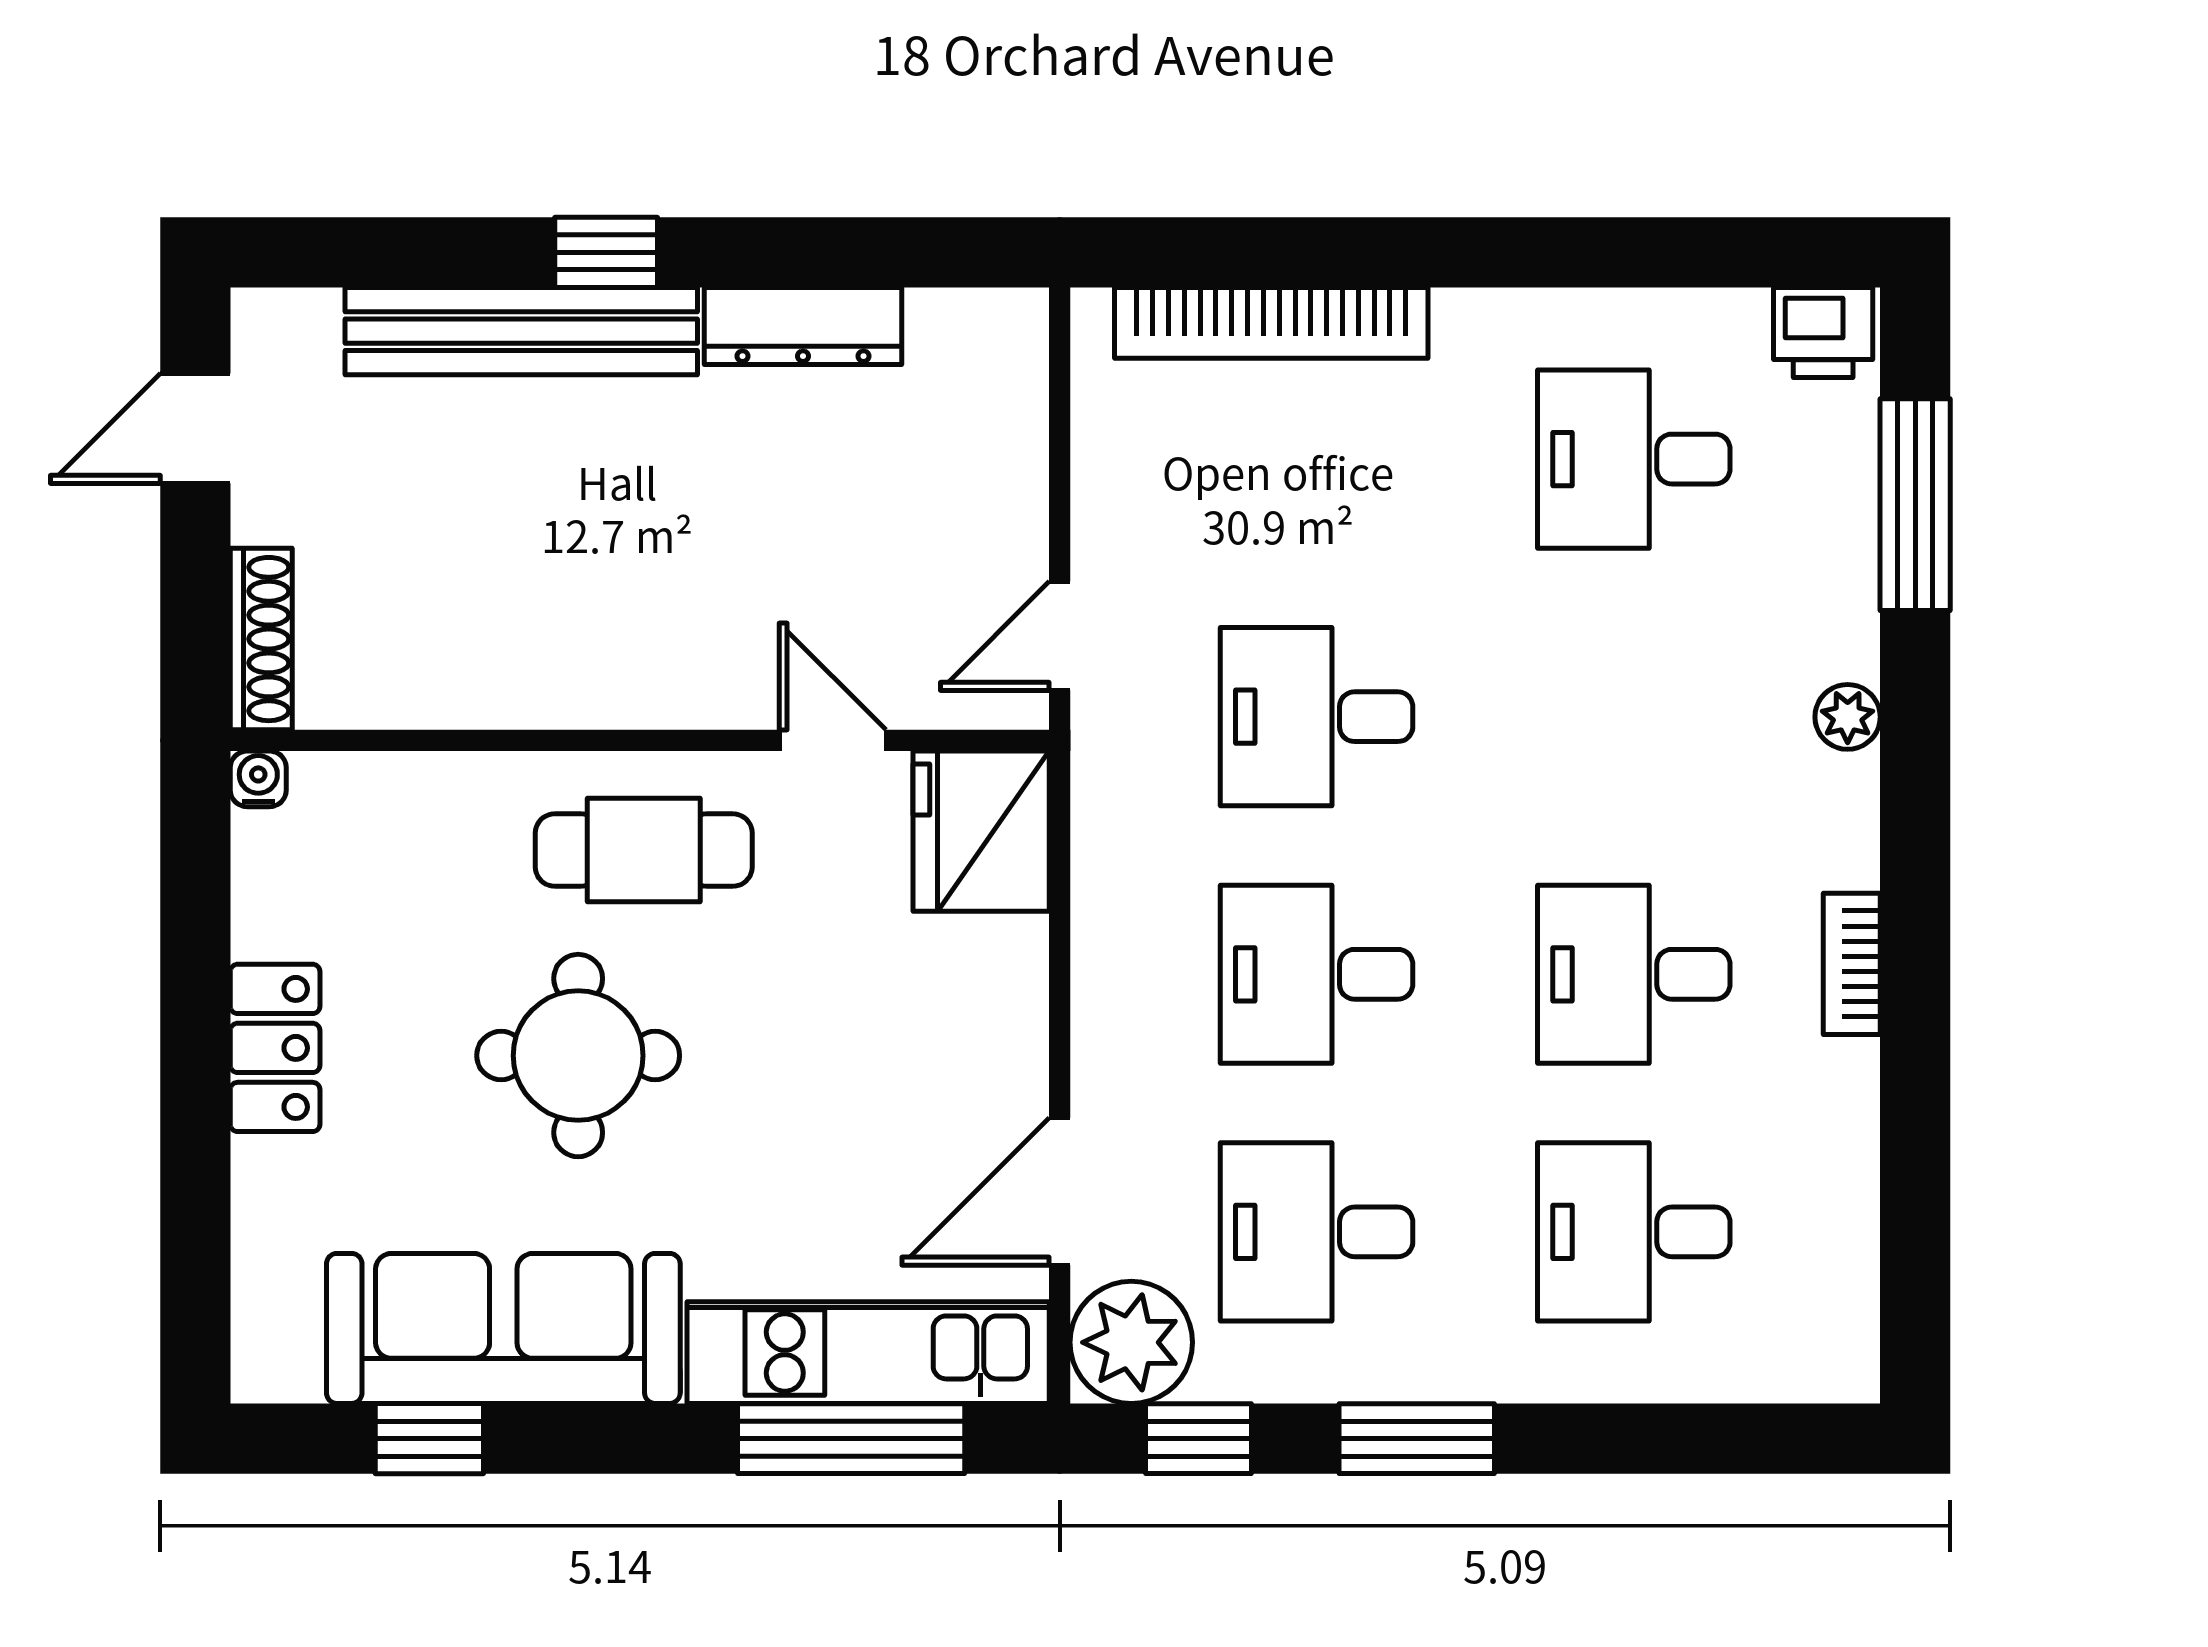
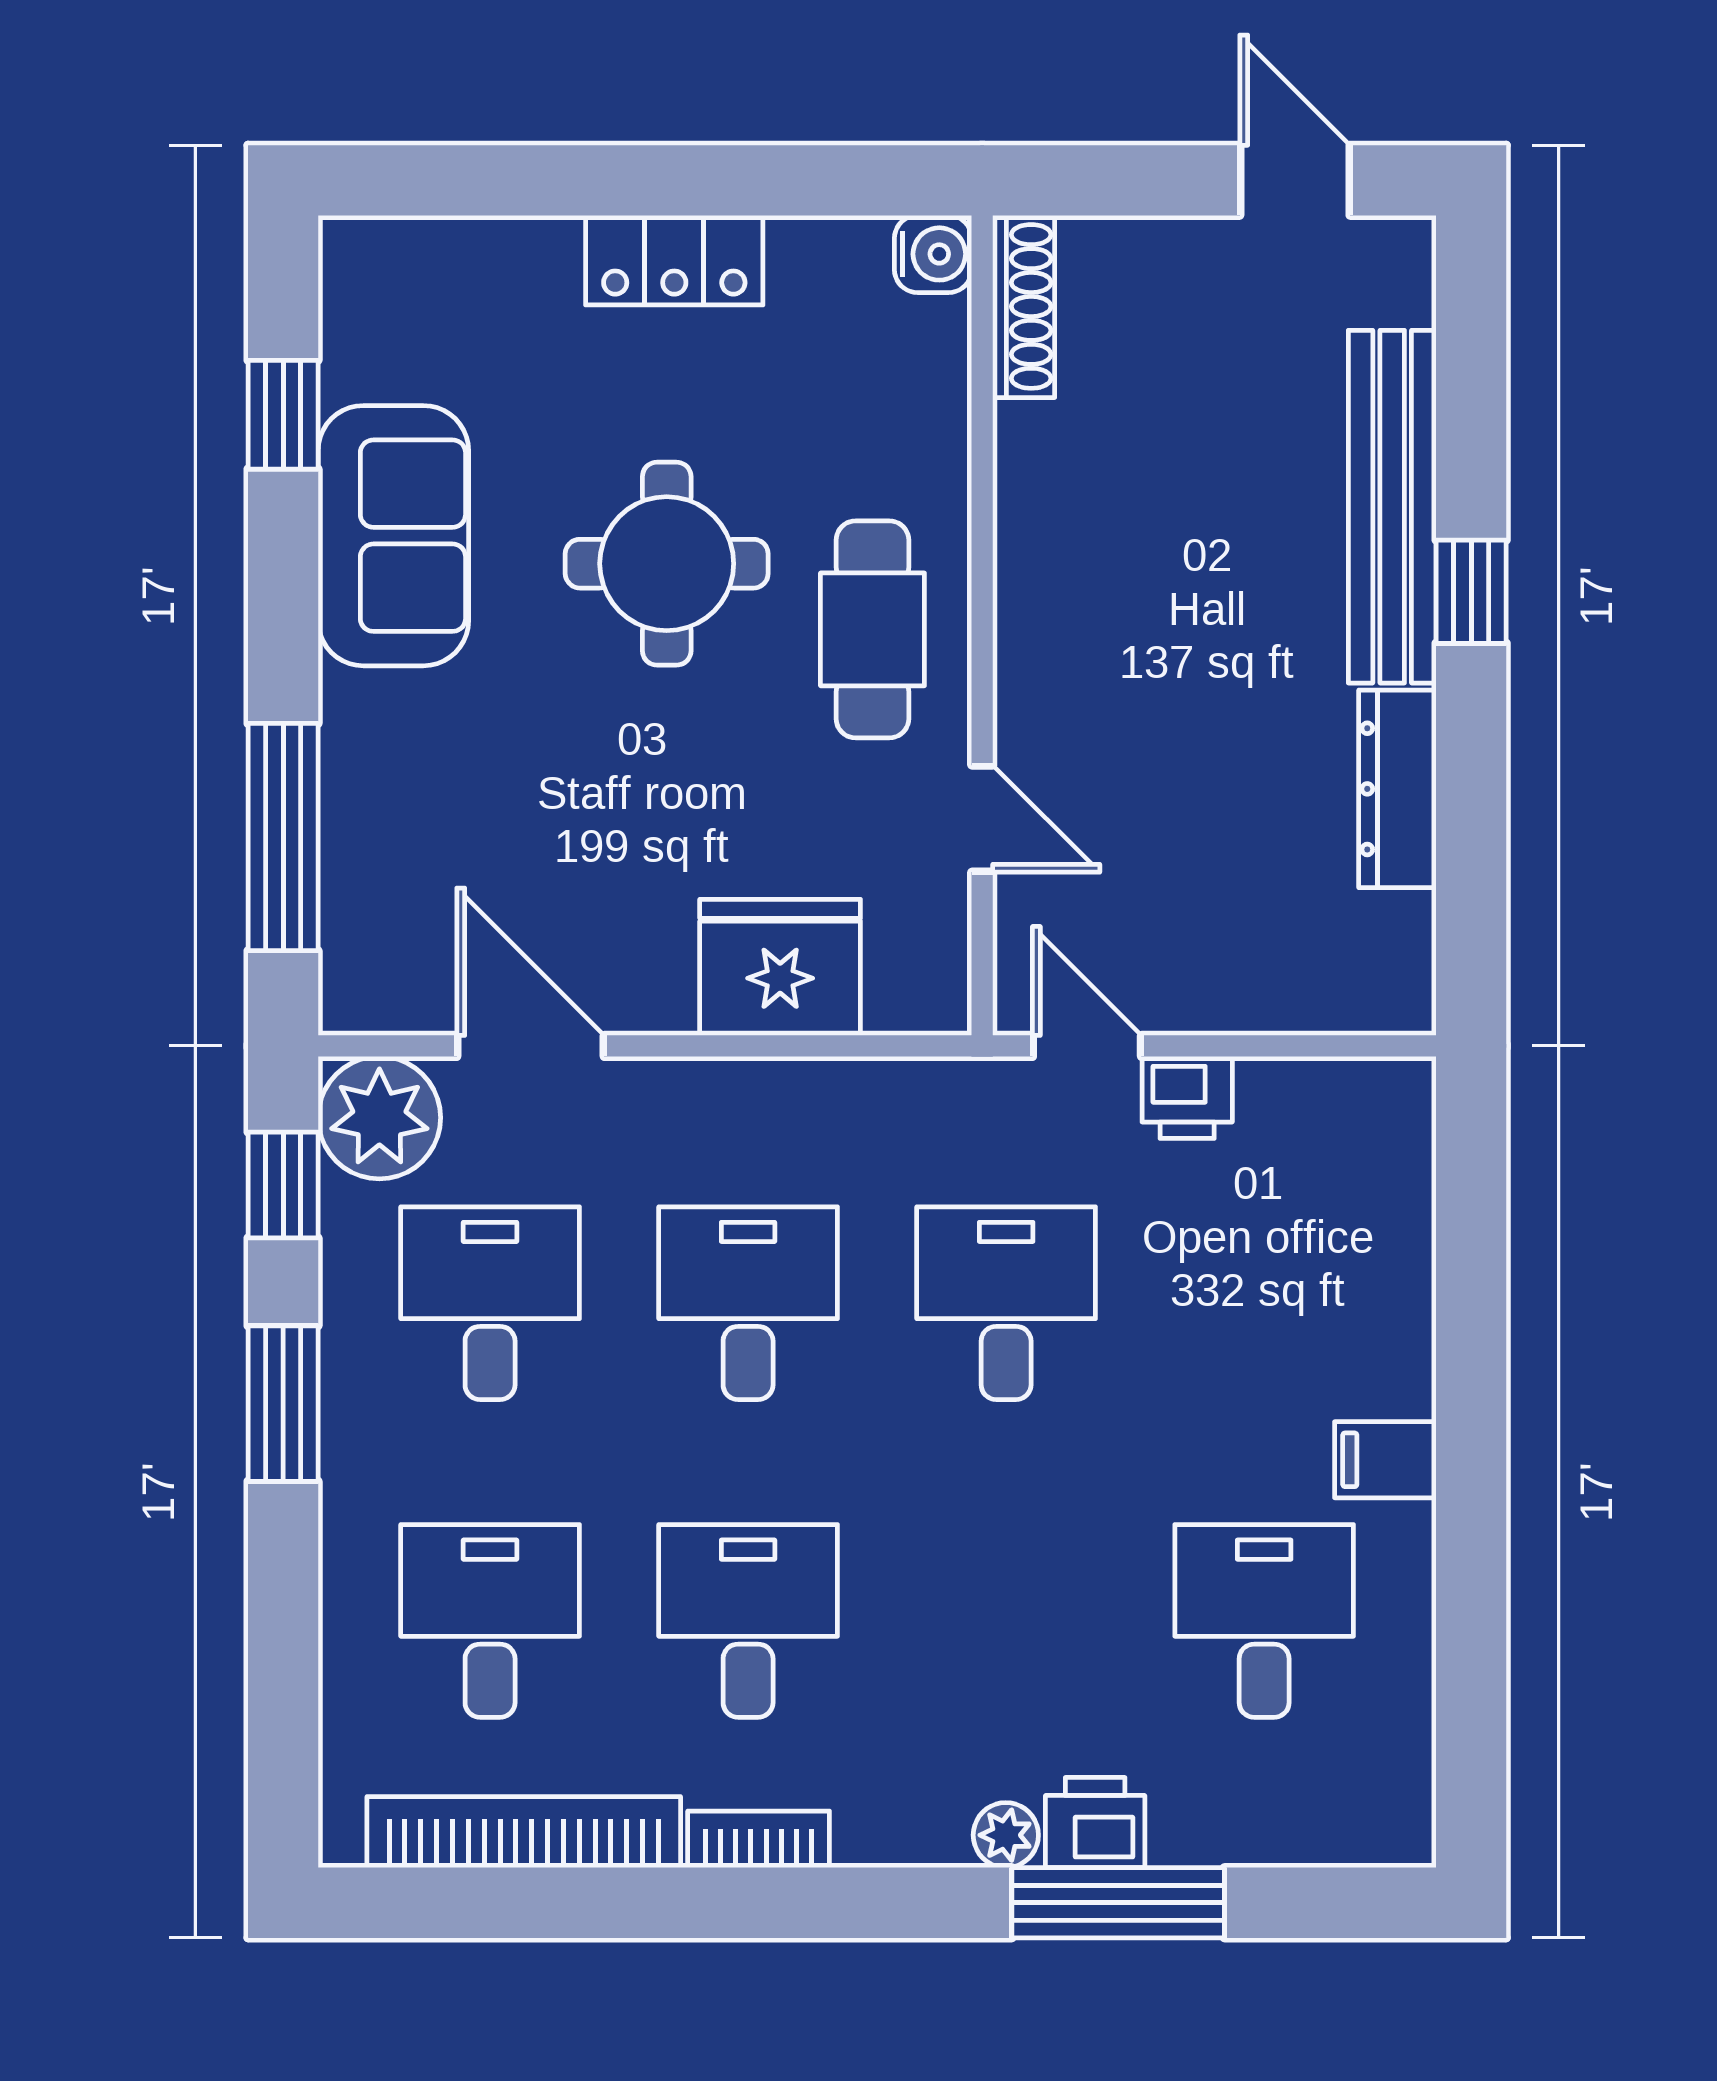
bookcase: (1271, 323) -> (524, 1832), moved, turned 90
printer: (1823, 332) -> (1095, 1823), moved, turned 90
filing cabinet: (1473, 338) -> (1385, 1460), added
window: (1915, 505) -> (1118, 1903), moved
printer: (1111, 536) -> (1187, 1097), added
shoe rack: (261, 639) -> (1024, 306), moved, turned -90
door: (833, 740) -> (982, 819), hinge flipped
water cooler: (258, 779) -> (933, 254), width x1.38, depth x1.38
fridge: (981, 831) -> (780, 967), moved
sofa: (503, 1328) -> (393, 536), width x0.73
kitchen unit: (868, 1353) -> (369, 854), removed

